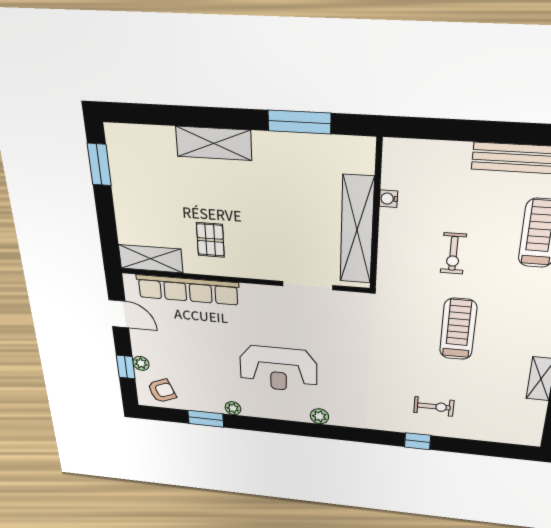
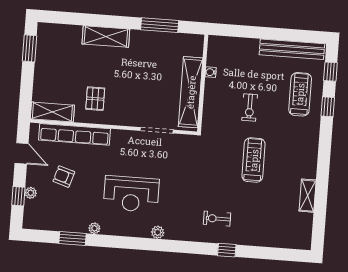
armchair: (162, 391) -> (64, 177), moved, turned -141
exercise bike: (434, 406) -> (217, 219), moved, turned 180

